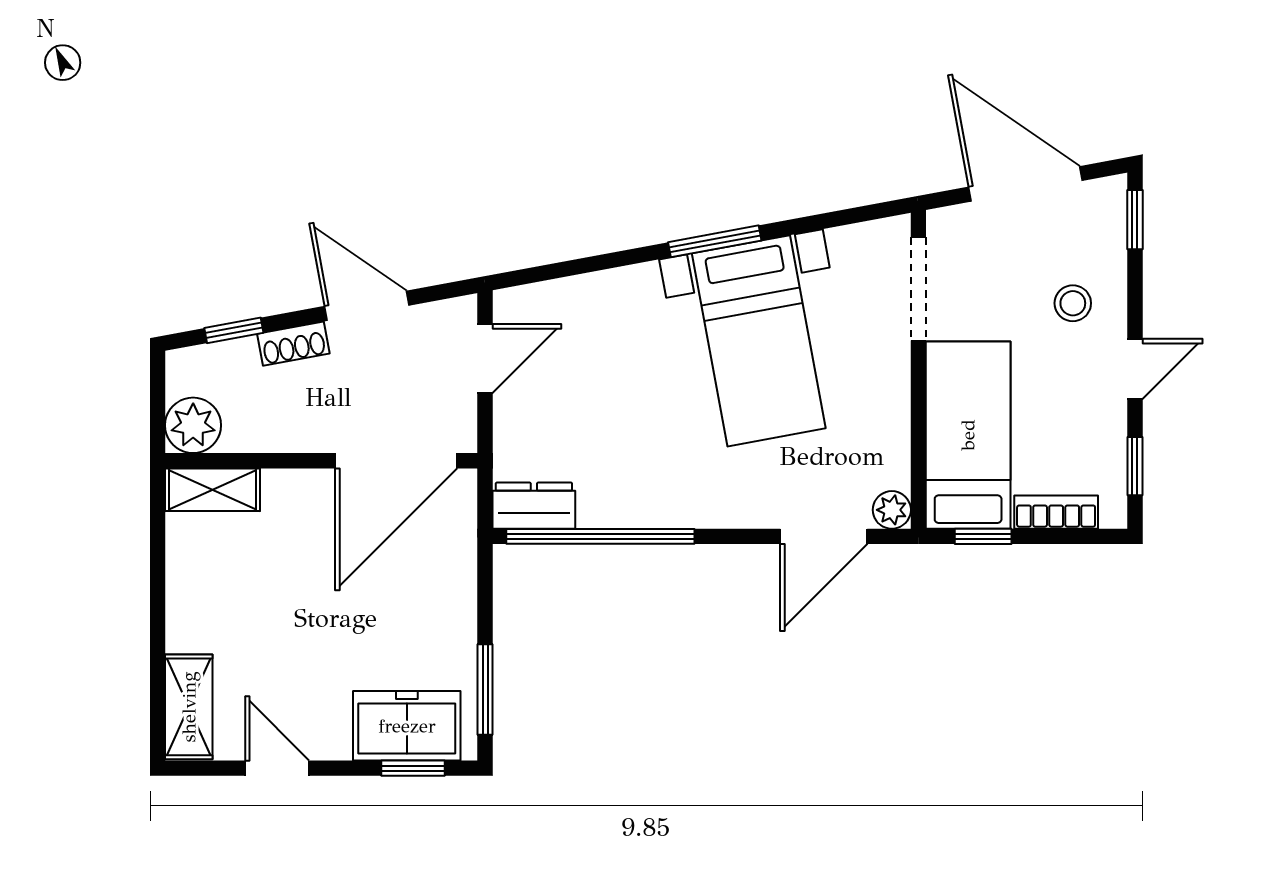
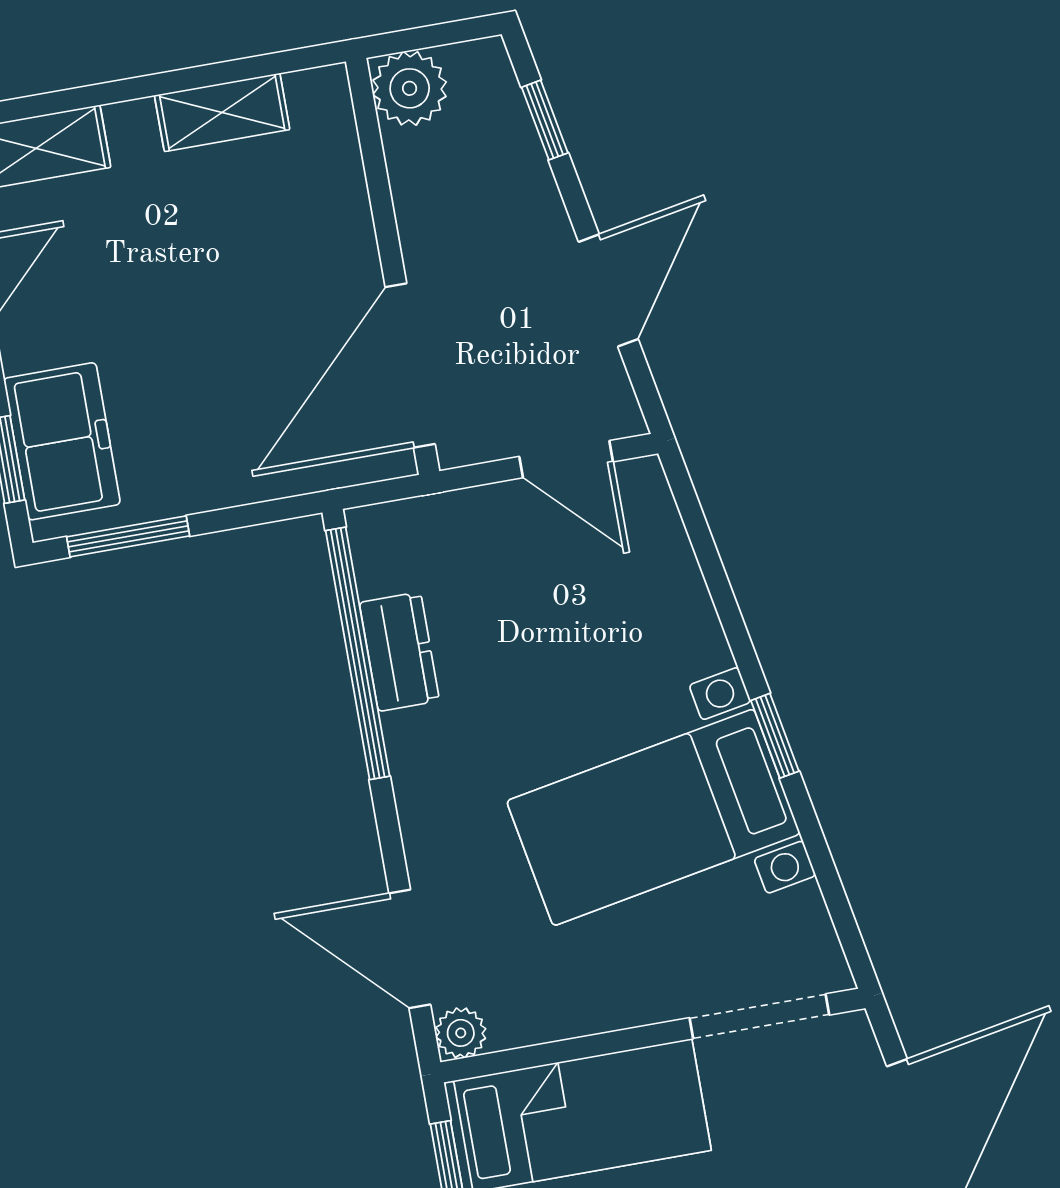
window: (715, 241) -> (775, 736), width x0.67
shoe rack: (293, 344) -> (541, 202), removed
door: (396, 461) -> (410, 365), hinge flipped
shelving: (213, 490) -> (222, 112), moved, turned 90
dresser: (534, 506) -> (399, 652), moved

